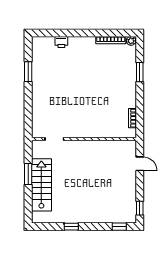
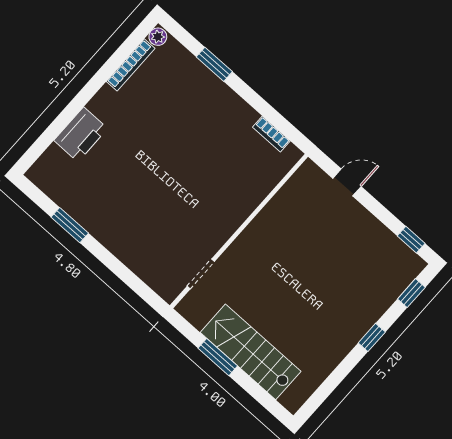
printer: (61, 42) -> (81, 134), width x1.87, depth x1.48
window: (71, 227) -> (372, 337), moved

